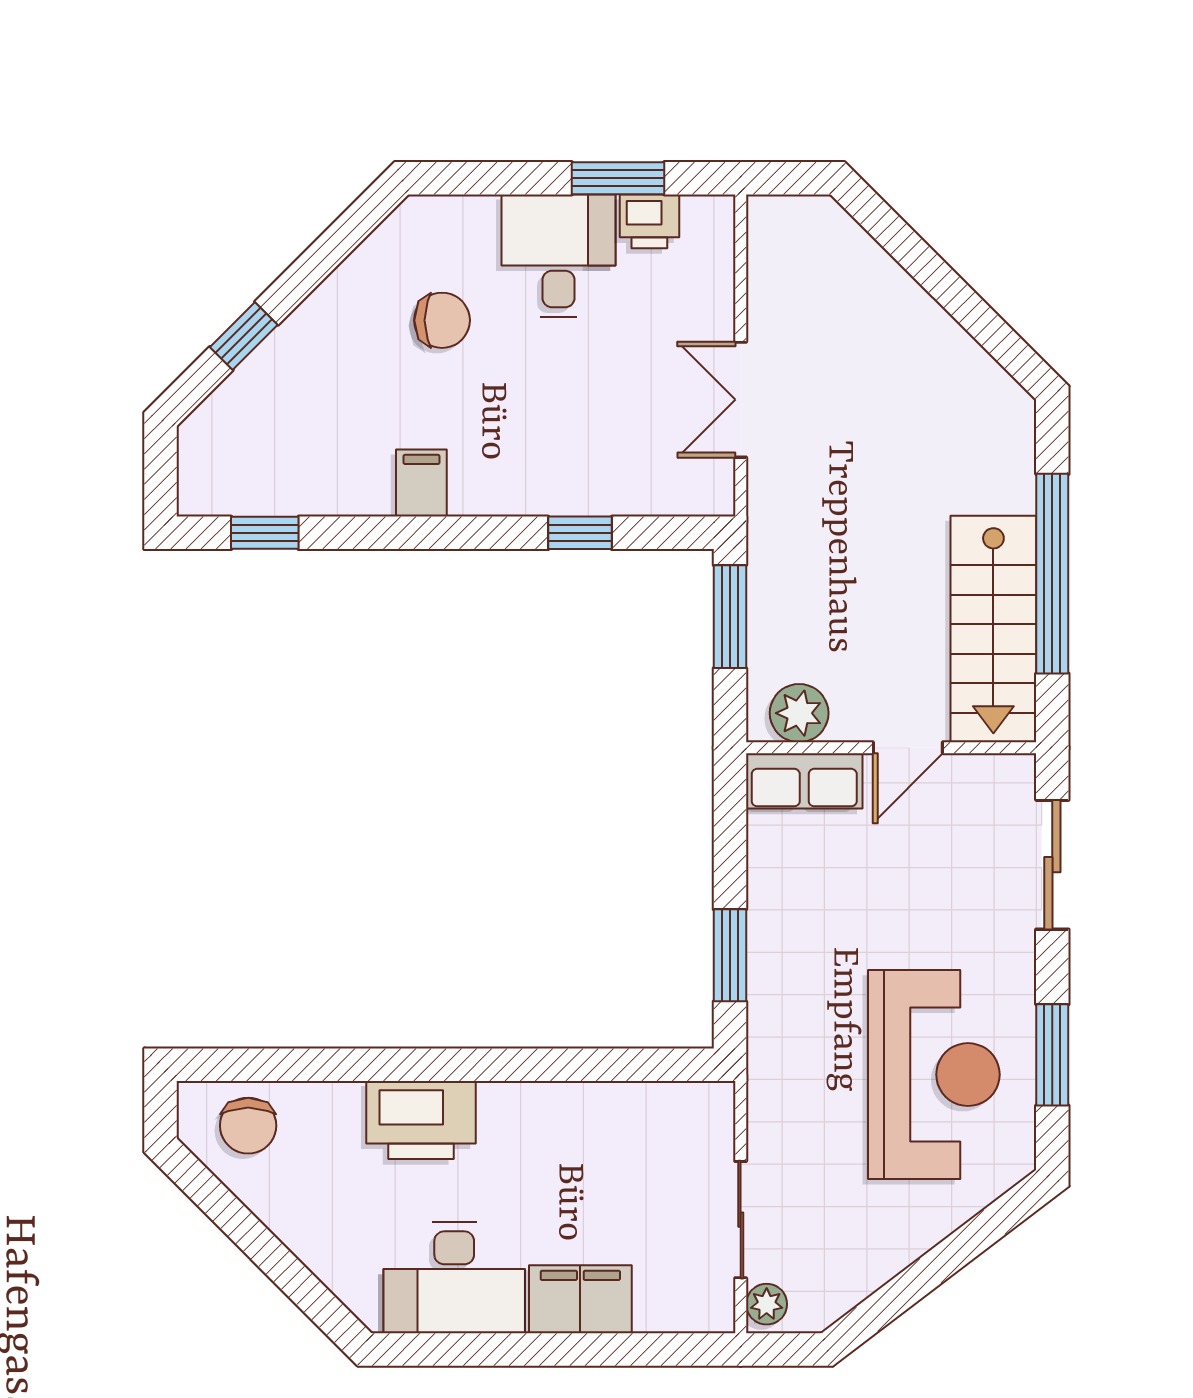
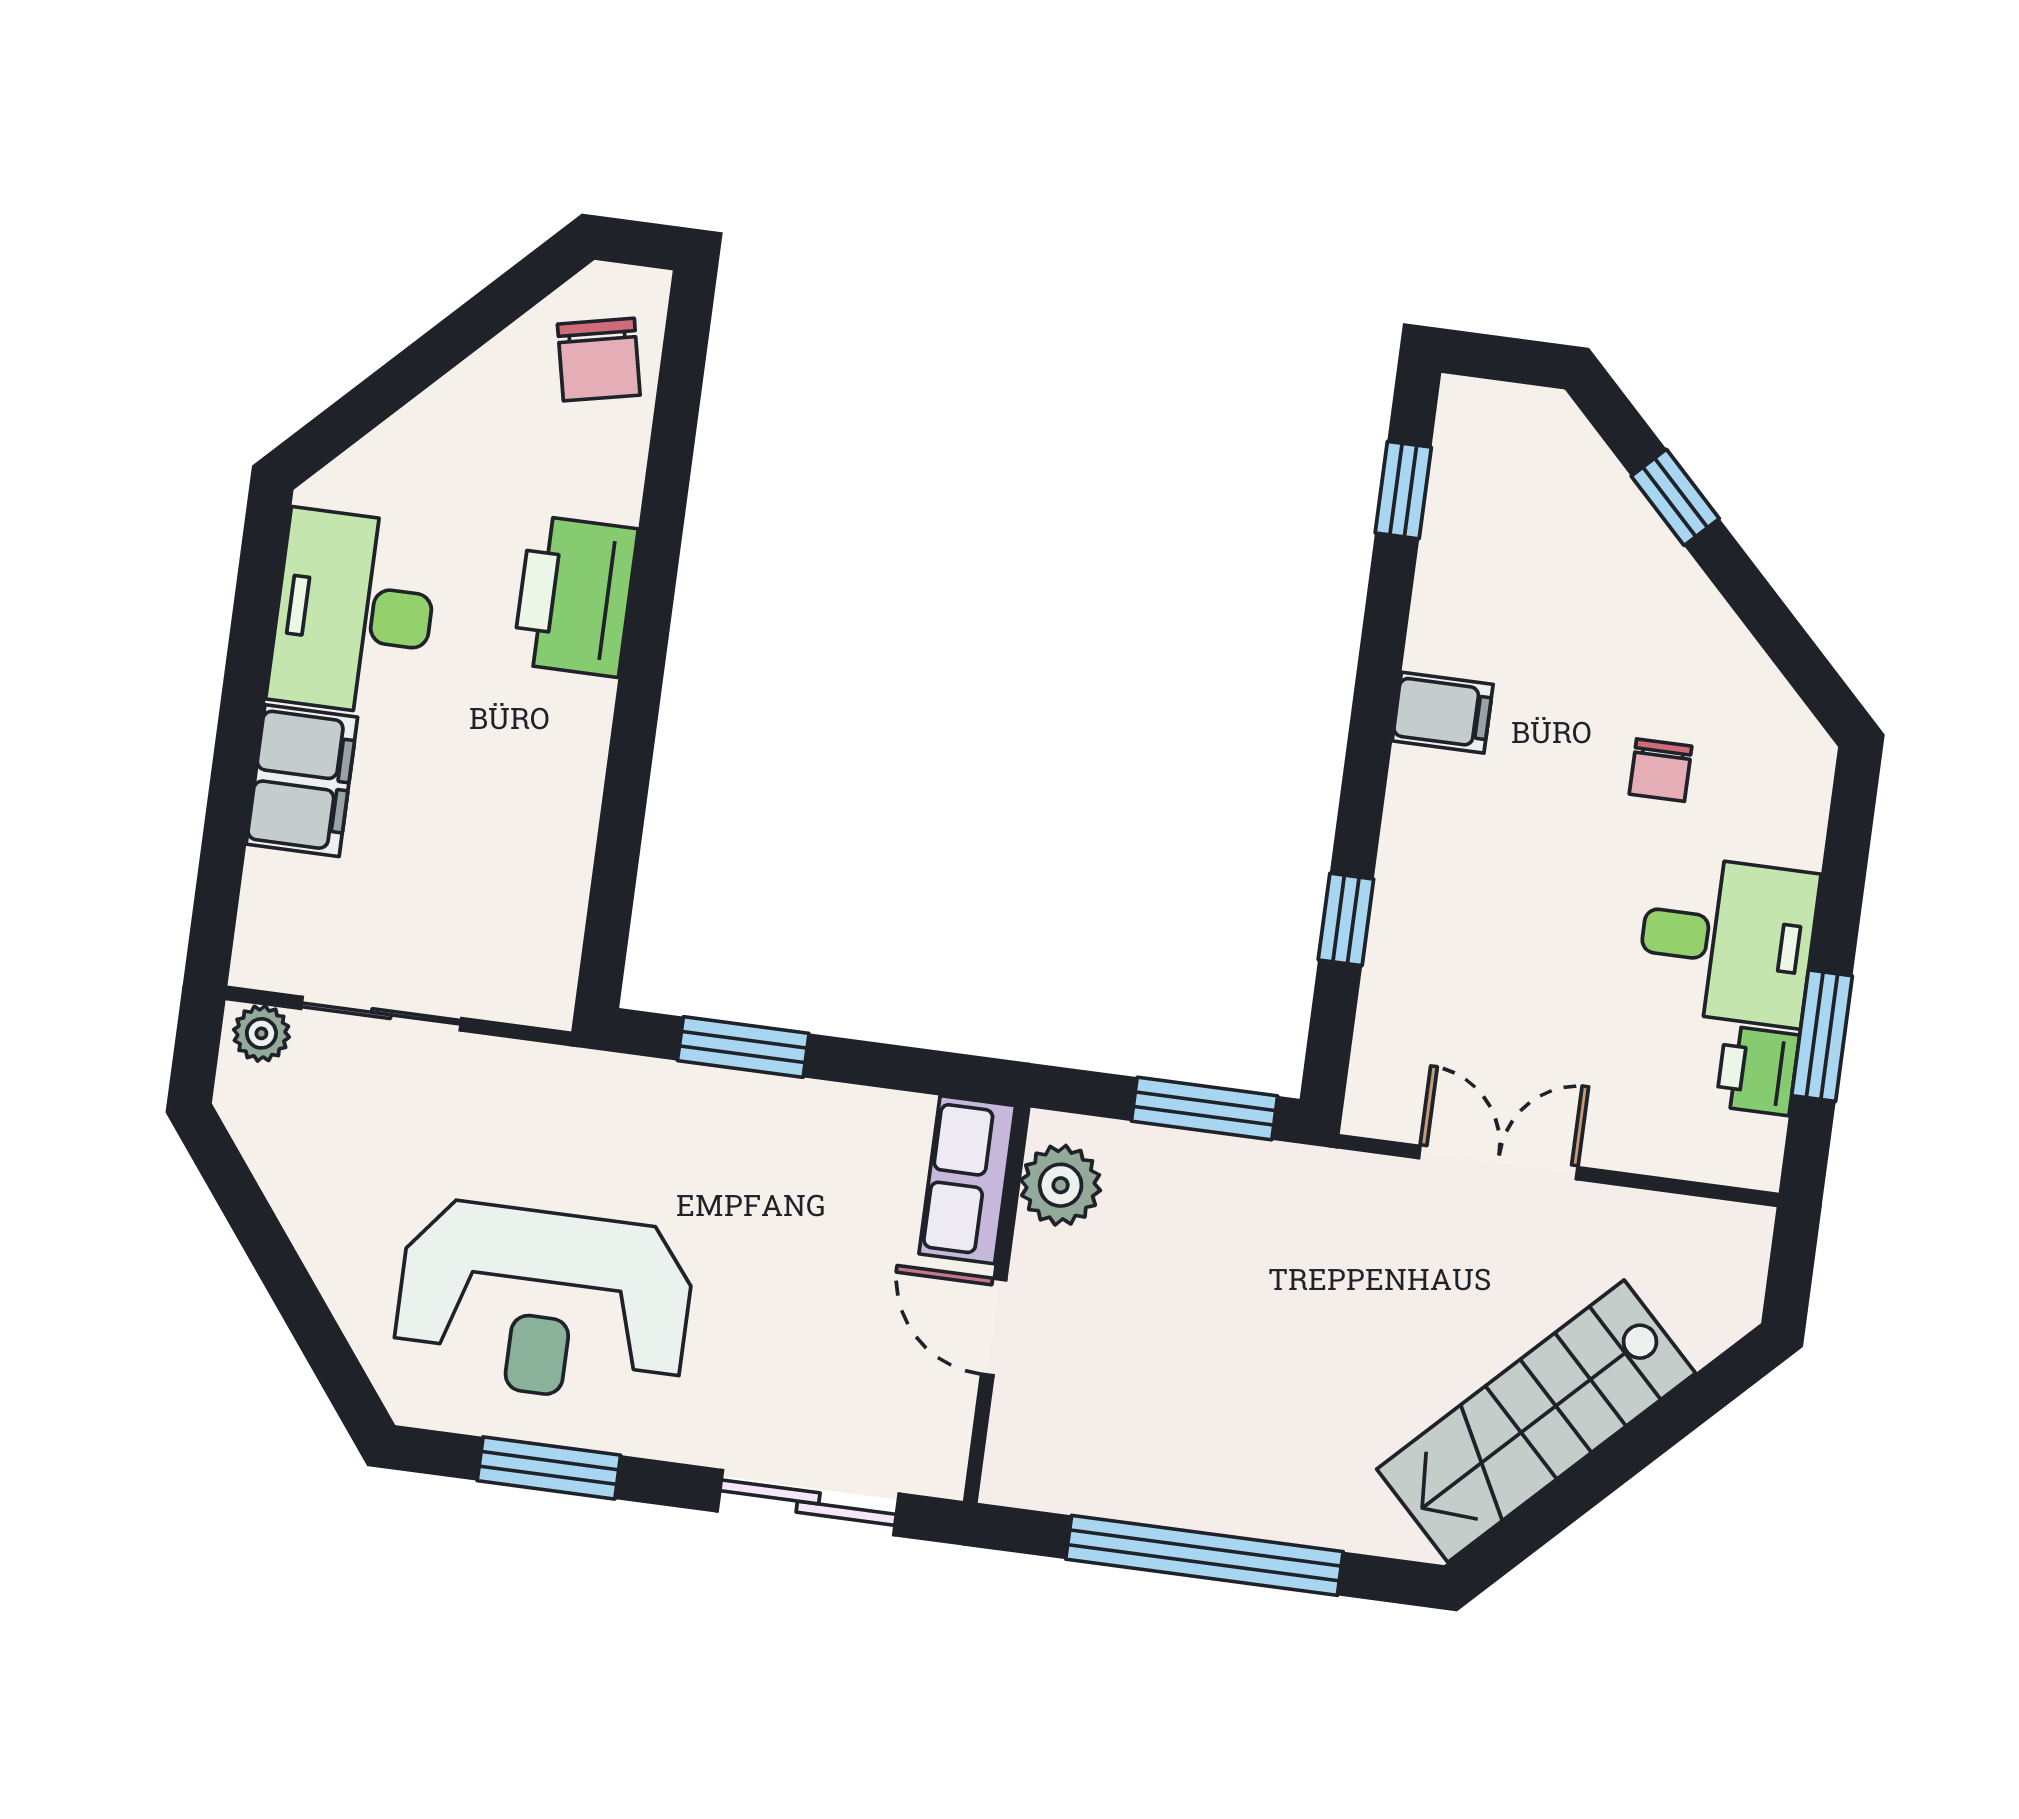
chair: (442, 320) -> (1660, 770), width x0.73, depth x0.73
stairs: (993, 629) -> (1536, 1421), moved, turned -45
chair: (248, 1126) -> (599, 360), turned -102

